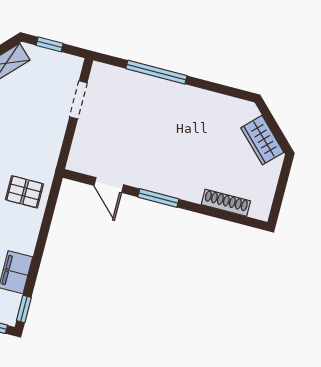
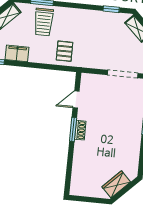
doorway: (78, 100) -> (123, 74), width x1.38
shoe rack: (226, 203) -> (80, 130), moved, width x0.70

